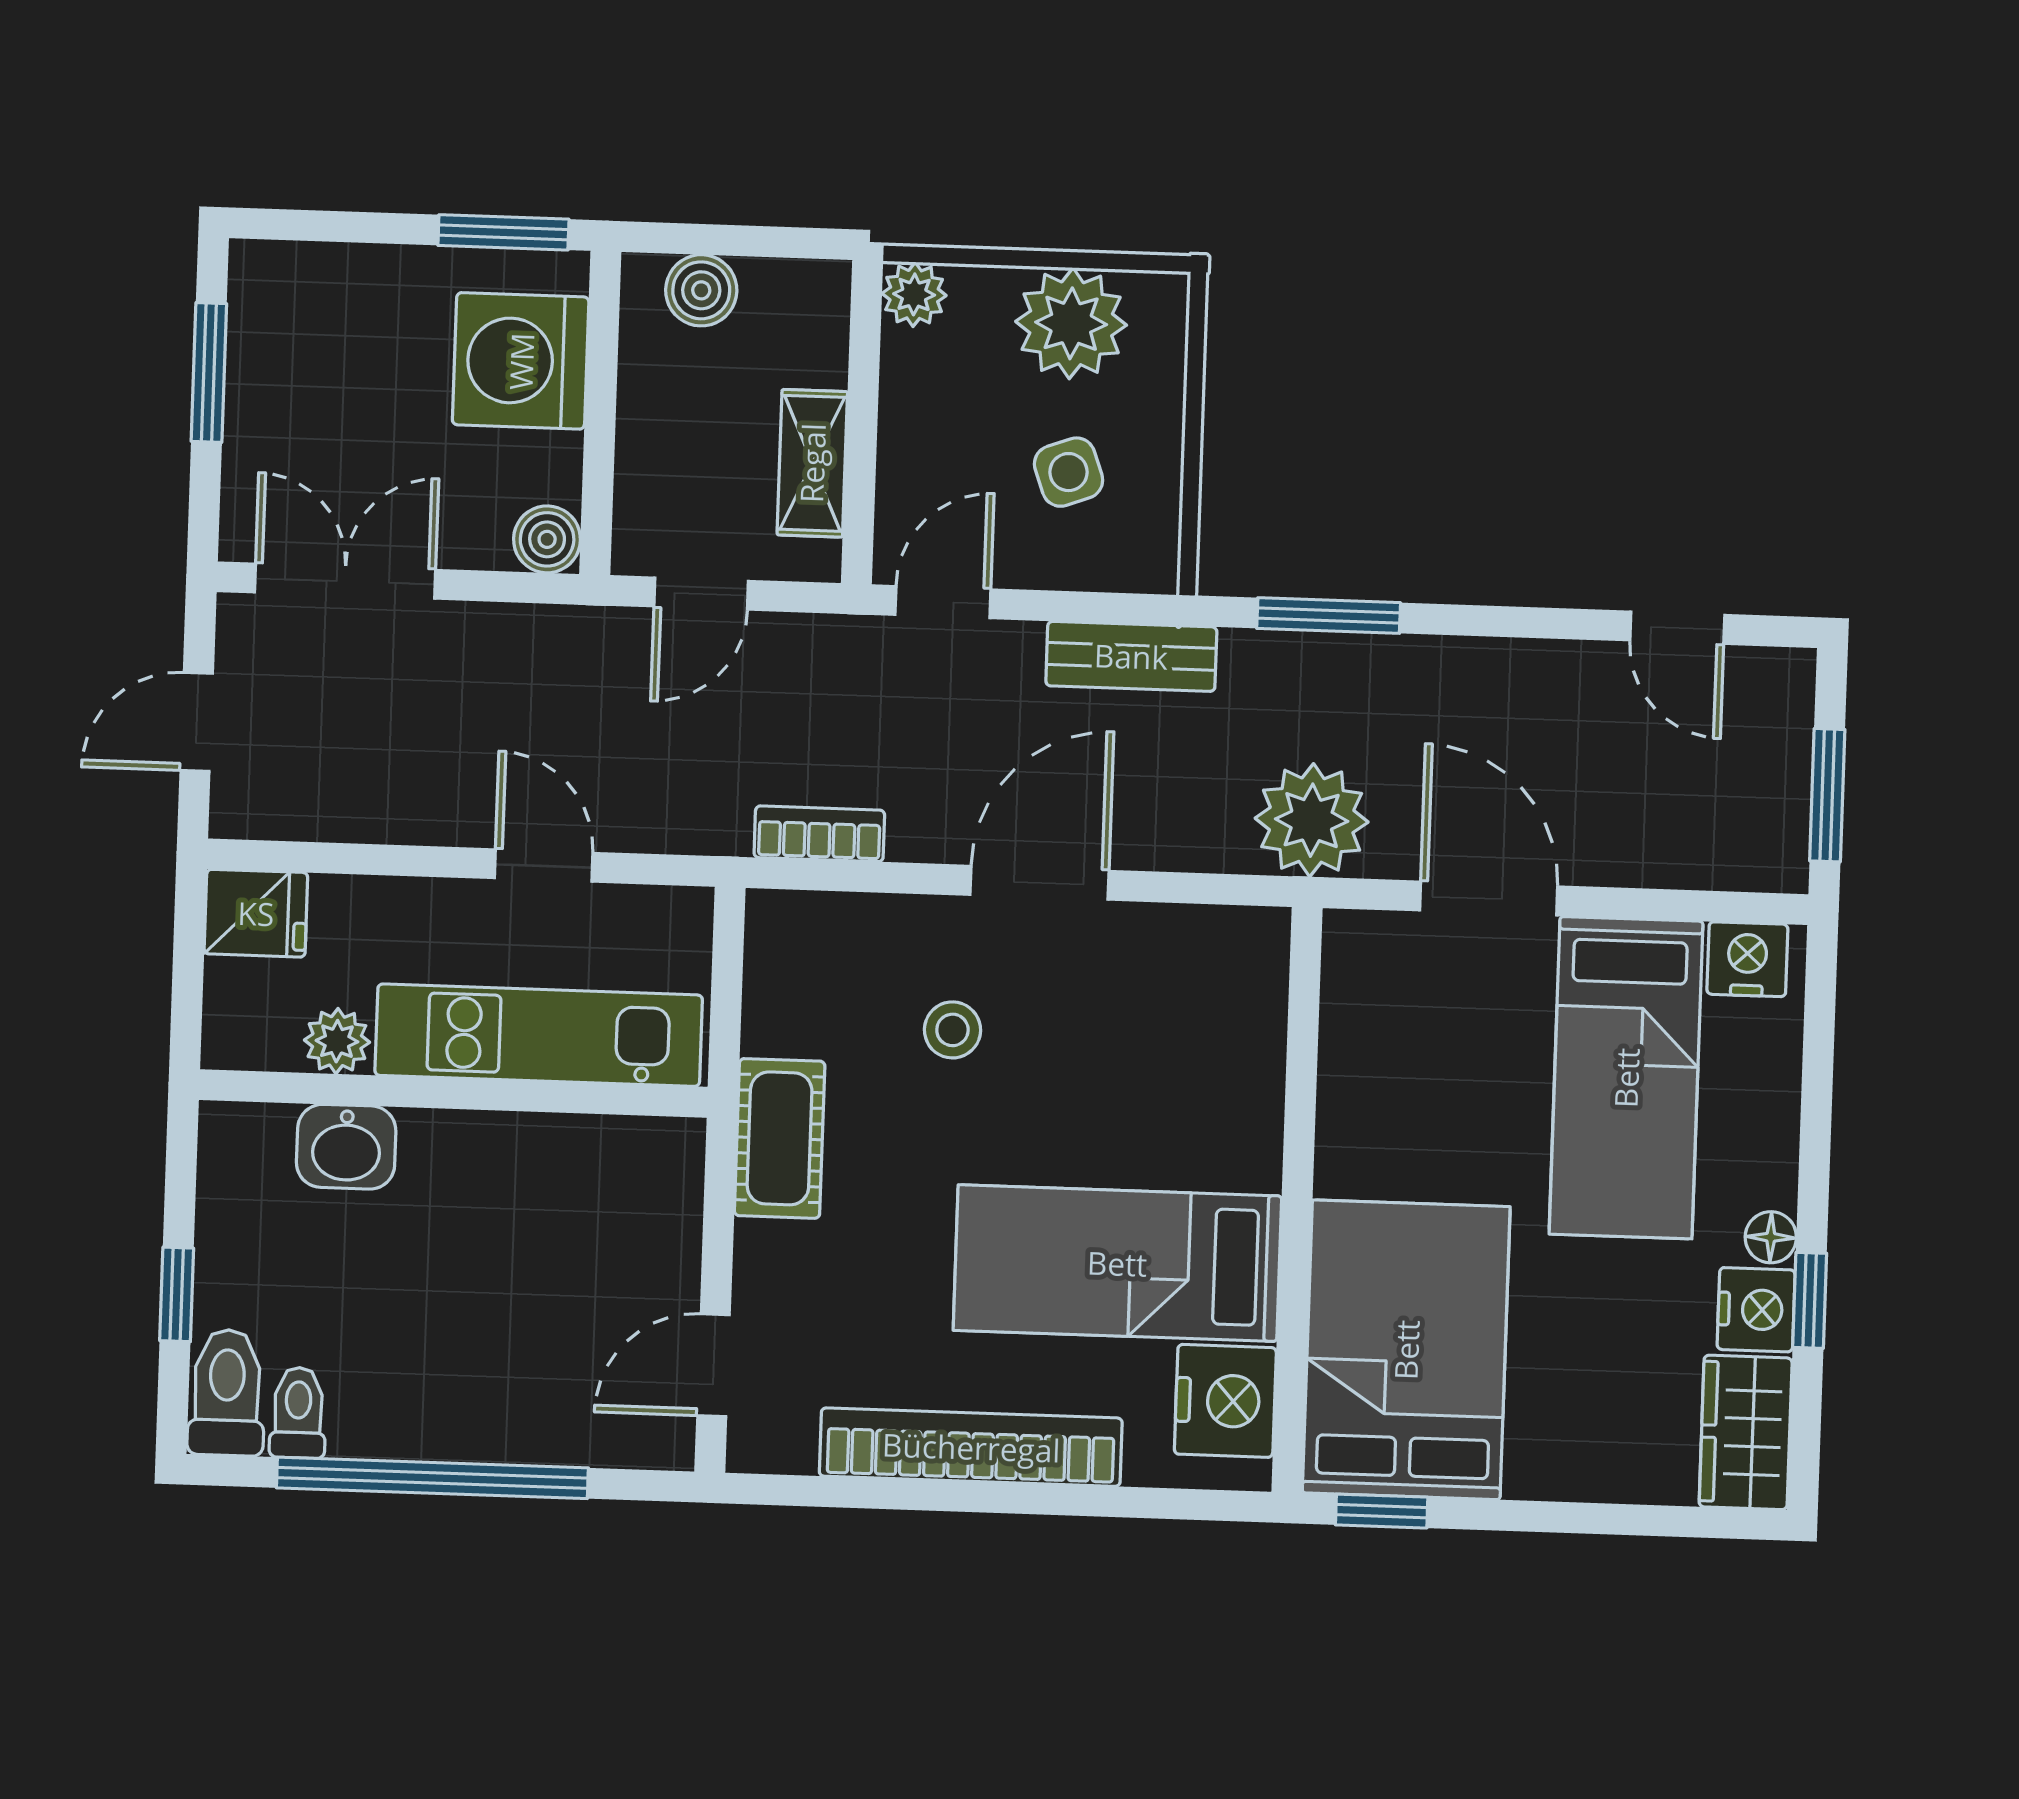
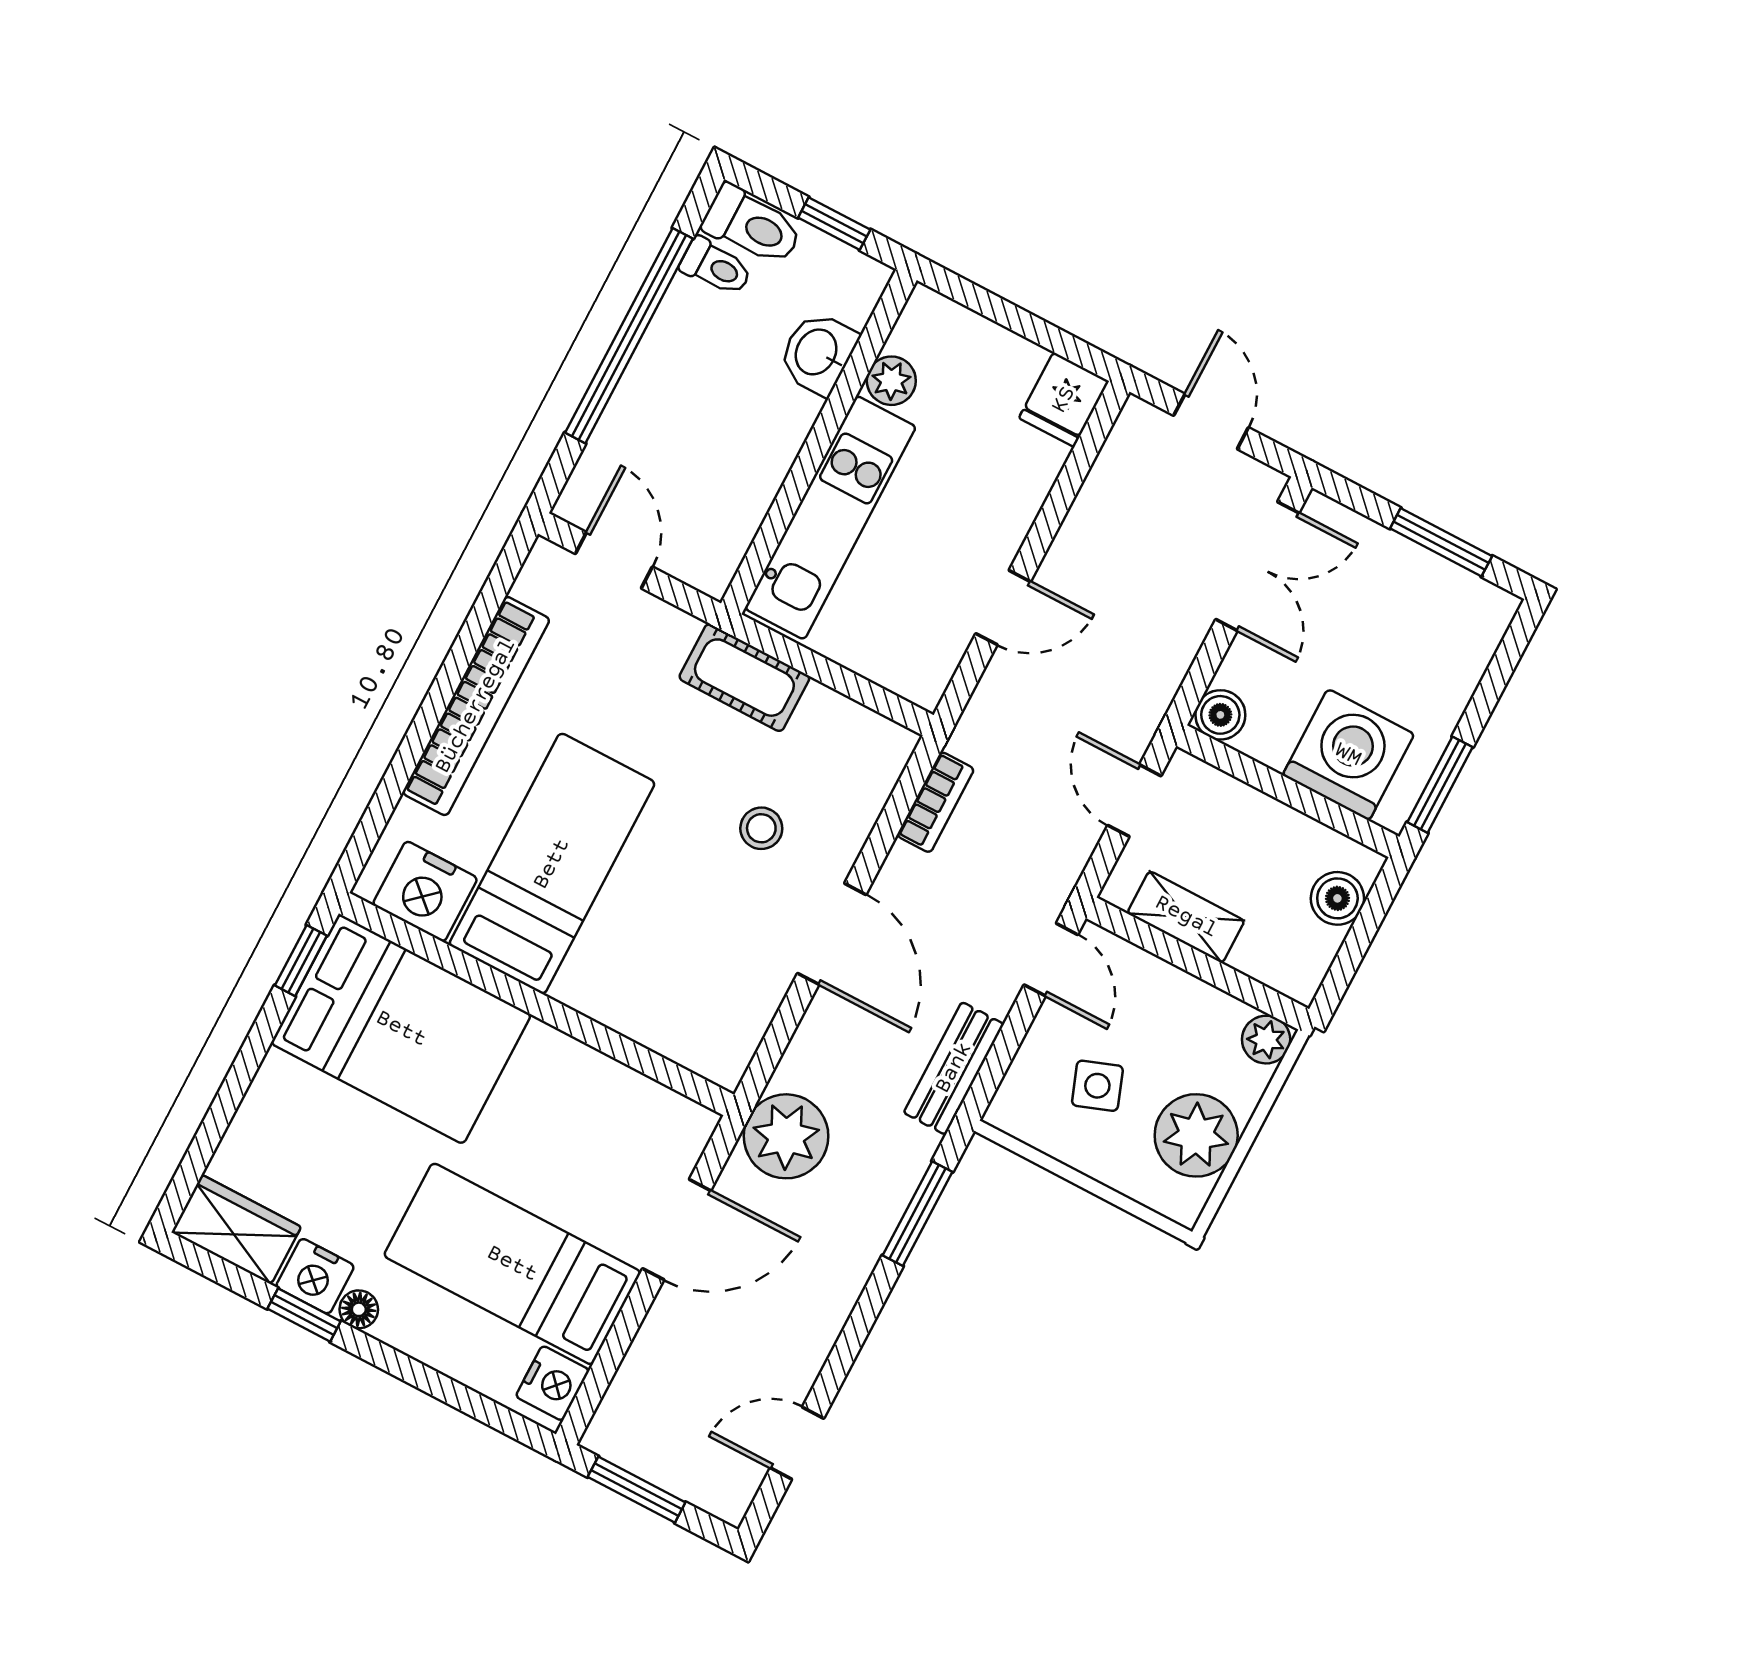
kitchen unit: (539, 1035) -> (830, 518), moved
plant: (337, 1041) -> (891, 381), moved
wall: (453, 1093) -> (819, 442), moved
washbasin: (346, 1147) -> (818, 353), moved

